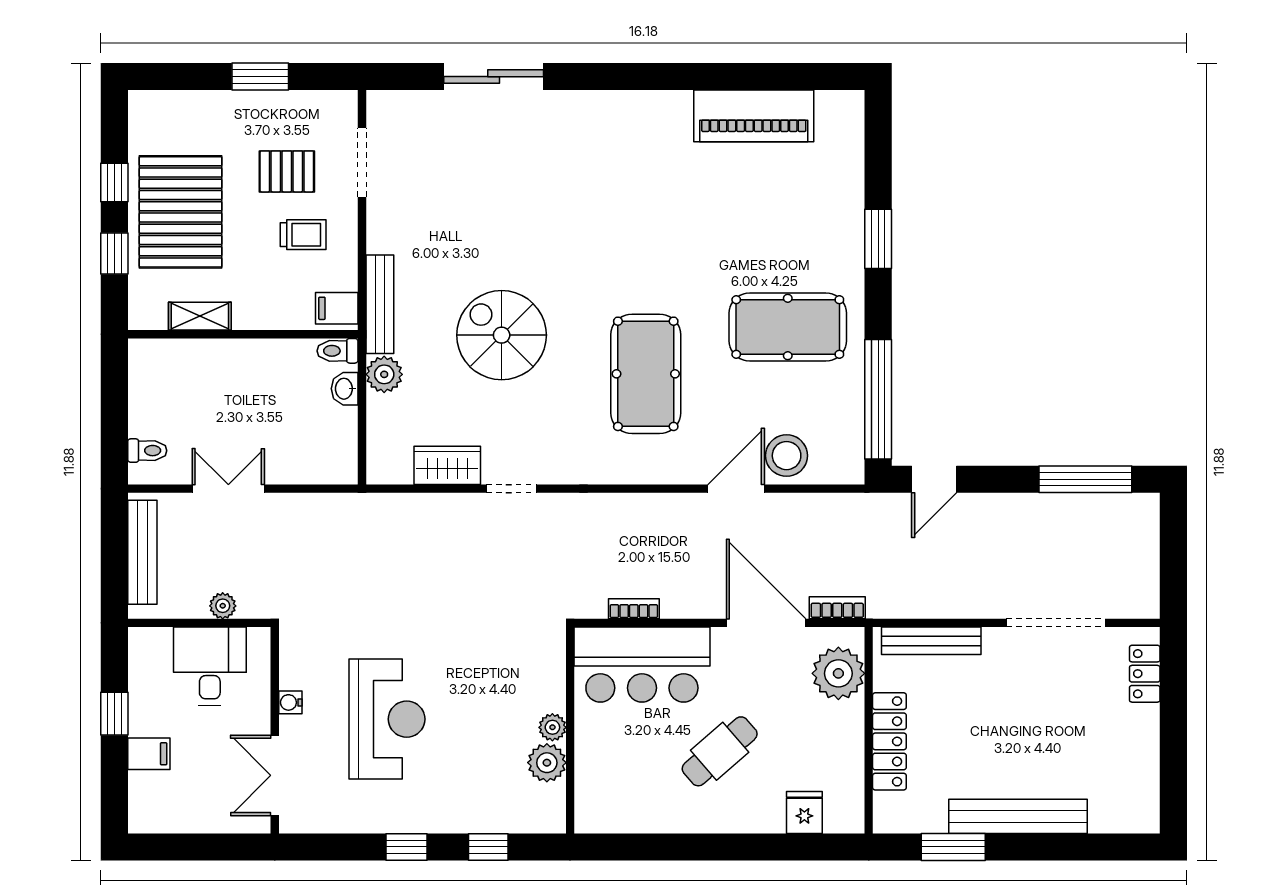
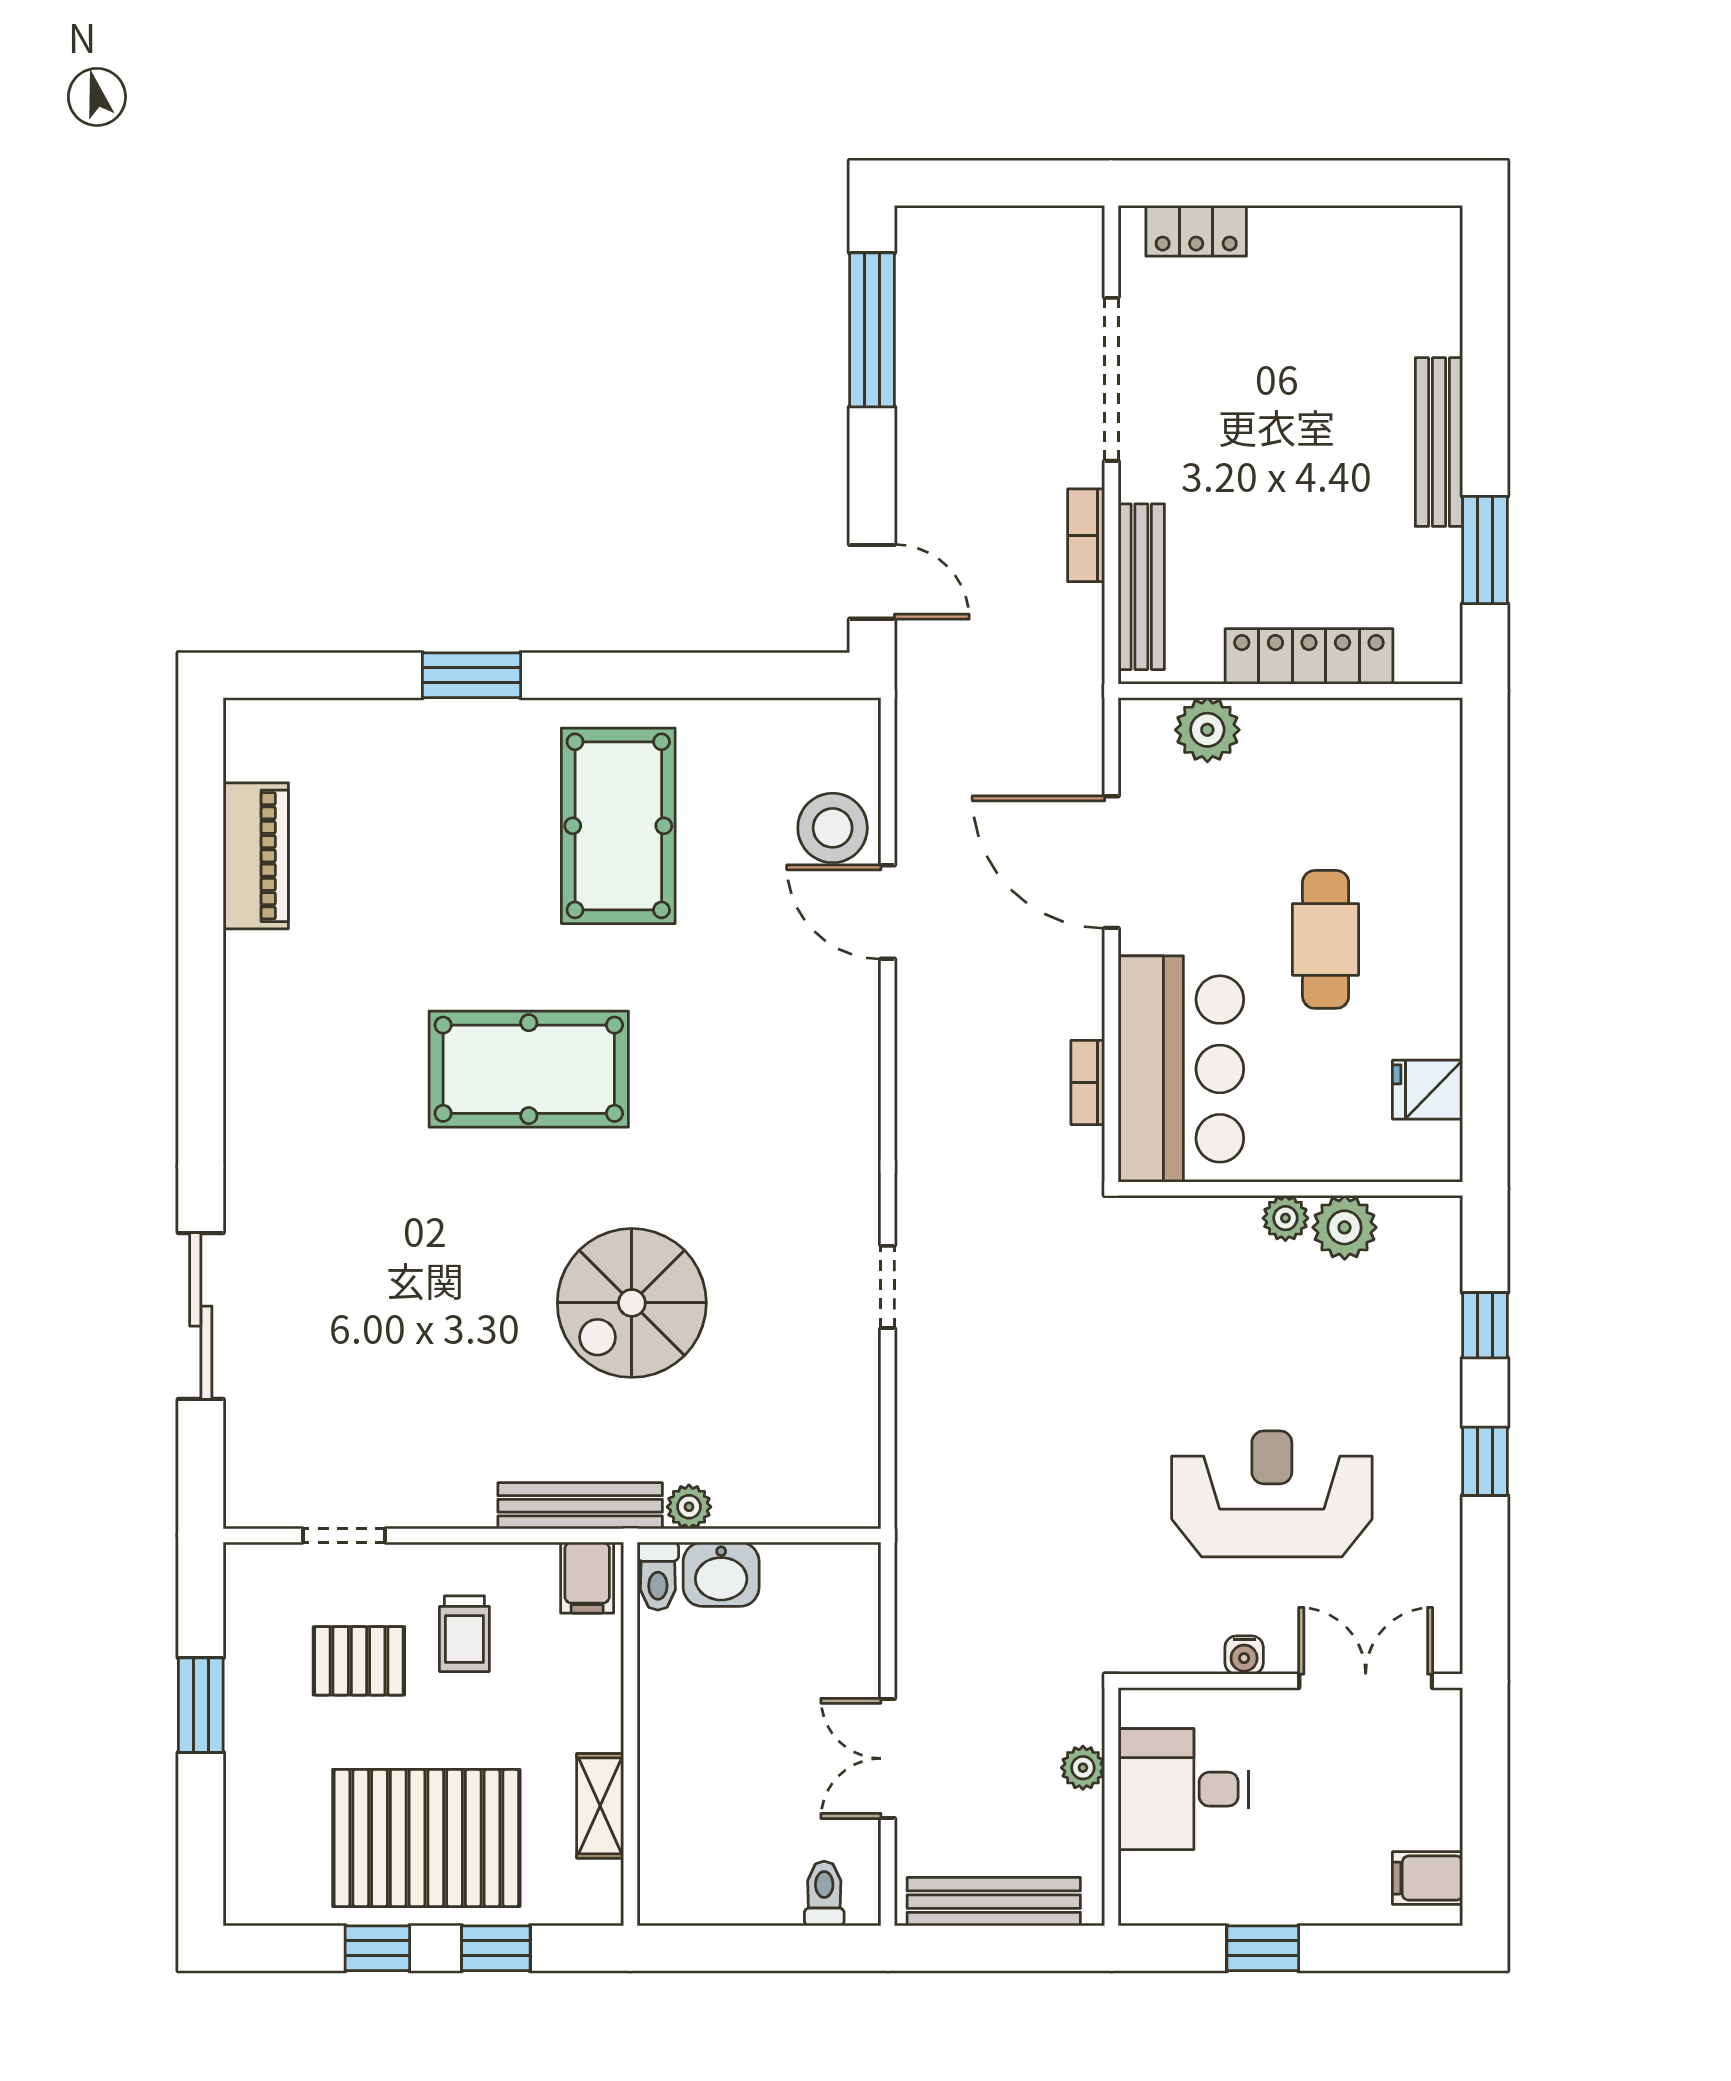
piano: (754, 116) -> (256, 856), width x0.73, depth x0.75
doorway: (362, 162) -> (344, 1536), width x0.73
pallet: (287, 171) -> (359, 1661), turned 90
trolley: (303, 235) -> (464, 1634), turned 180
plant: (384, 374) -> (689, 1507), width x0.73, depth x0.73
pool table: (646, 374) -> (529, 1069), moved
washbasin: (345, 389) -> (721, 1574), width x1.38, depth x1.45
window: (878, 399) -> (739, 675), removed
wardrobe: (447, 465) -> (849, 1394), removed
bookcase: (837, 608) -> (1086, 535), moved
door: (766, 623) -> (1111, 862), hinge flipped
plant: (838, 673) -> (1207, 730), width x0.73, depth x0.73
cafe table: (720, 751) -> (1326, 939), turned 41
filing cabinet: (149, 754) -> (1428, 1878), moved, turned -90
double door: (275, 775) -> (1366, 1681), swing flipped
fridge: (804, 813) -> (1428, 1090), moved
bench: (1018, 816) -> (1439, 442), width x0.73, depth x0.82

